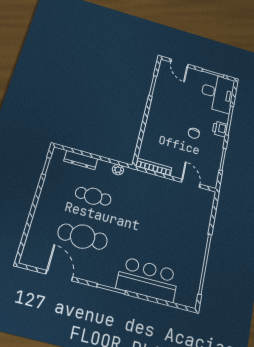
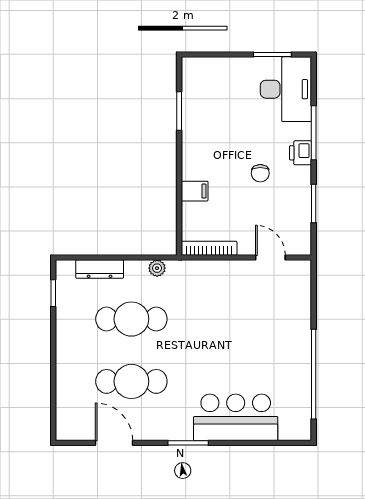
door: (179, 63) -> (214, 54), removed
filing cabinet: (152, 132) -> (195, 191), added
cafe table: (93, 196) -> (131, 319), width x1.37, depth x1.35

